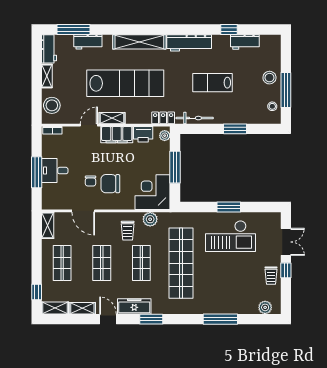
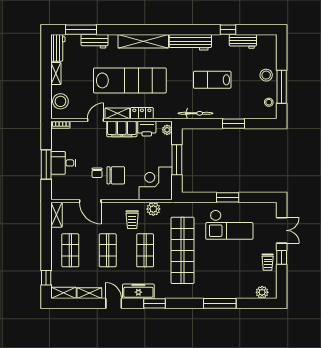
locker: (163, 118) -> (142, 113), moved
chair: (110, 184) -> (116, 175), turned 180

